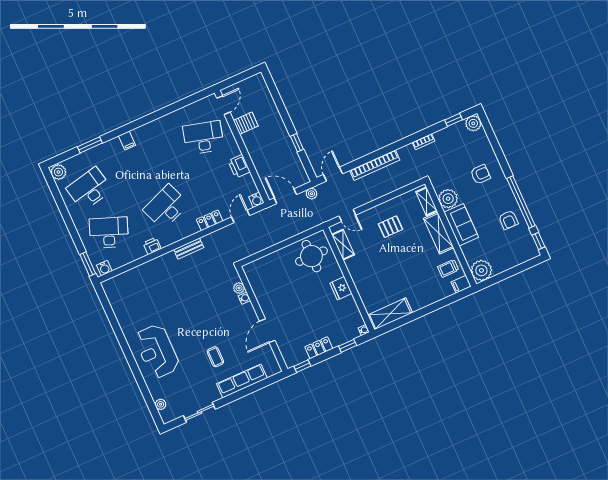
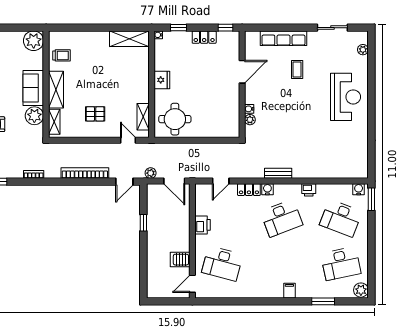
water cooler: (256, 200) -> (267, 189), moved
filing cabinet: (461, 284) -> (56, 37), removed

